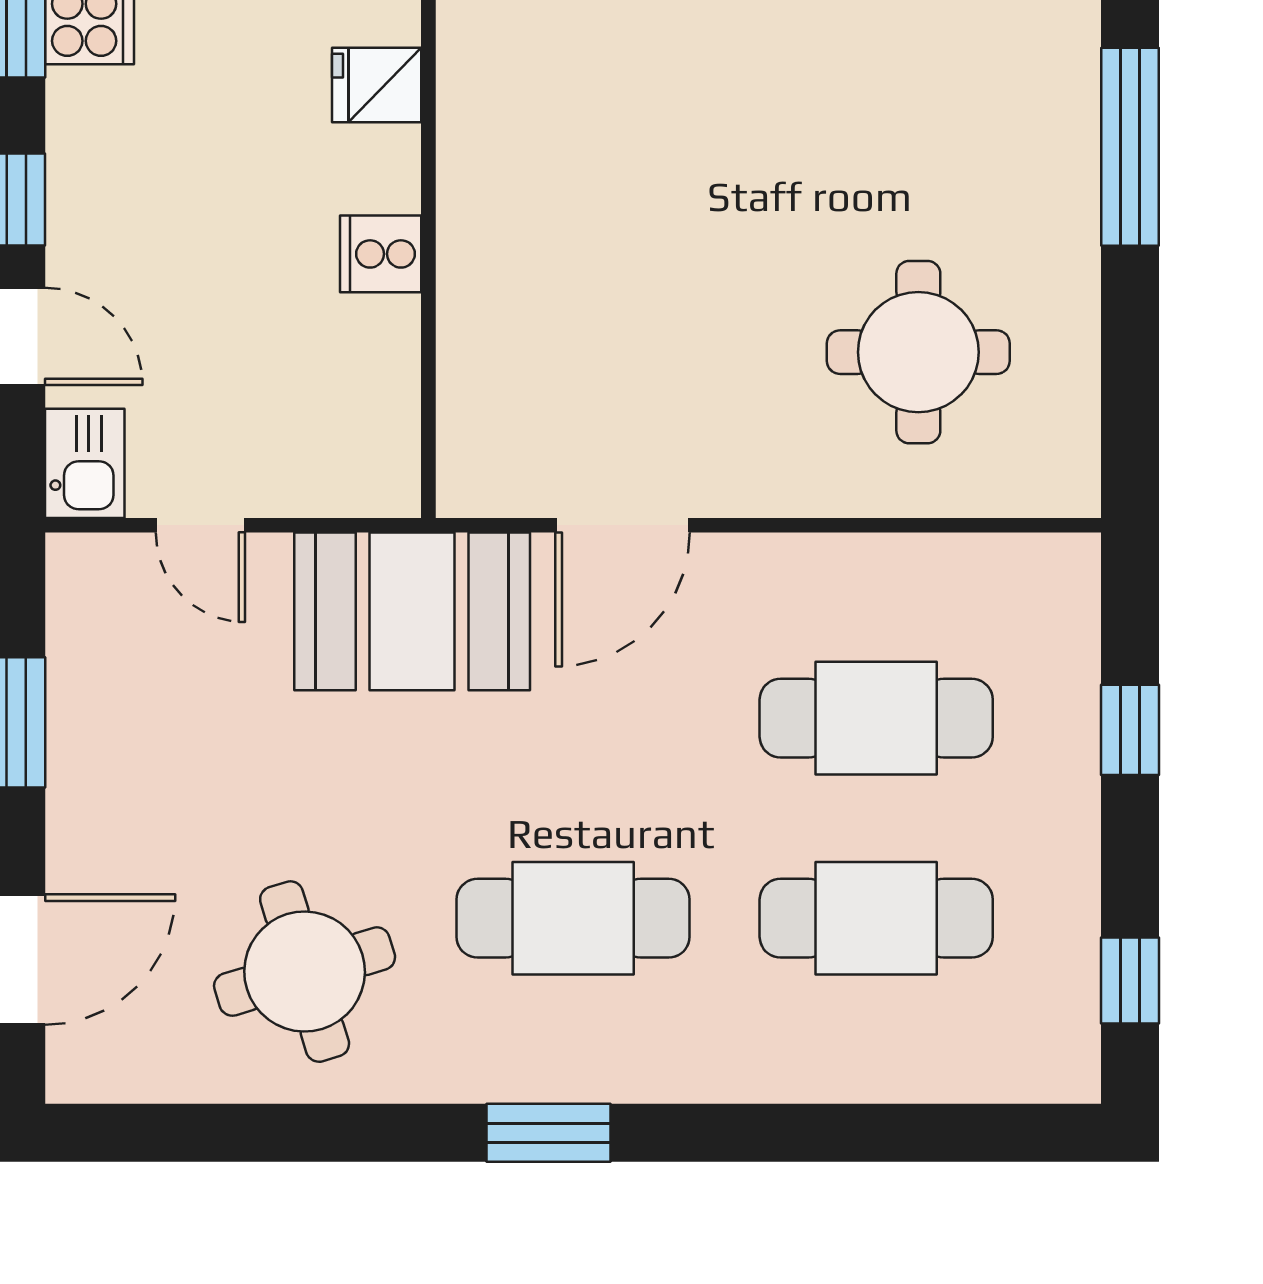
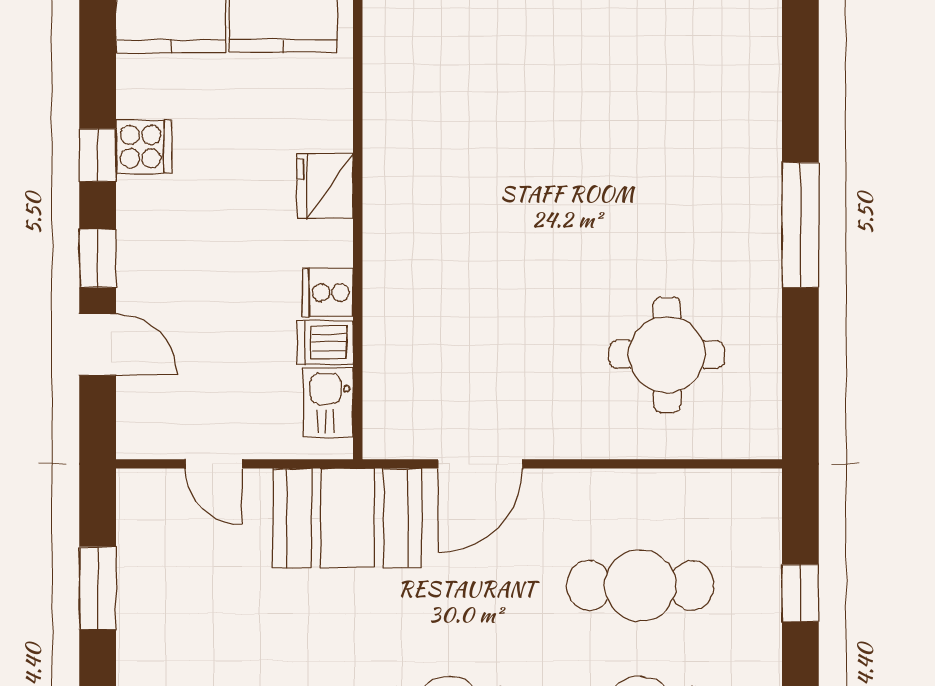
fridge: (377, 85) -> (325, 186), width x1.38
dishwasher: (376, 333) -> (325, 342), added
kitchen sink: (85, 463) -> (328, 403), moved, turned 180

